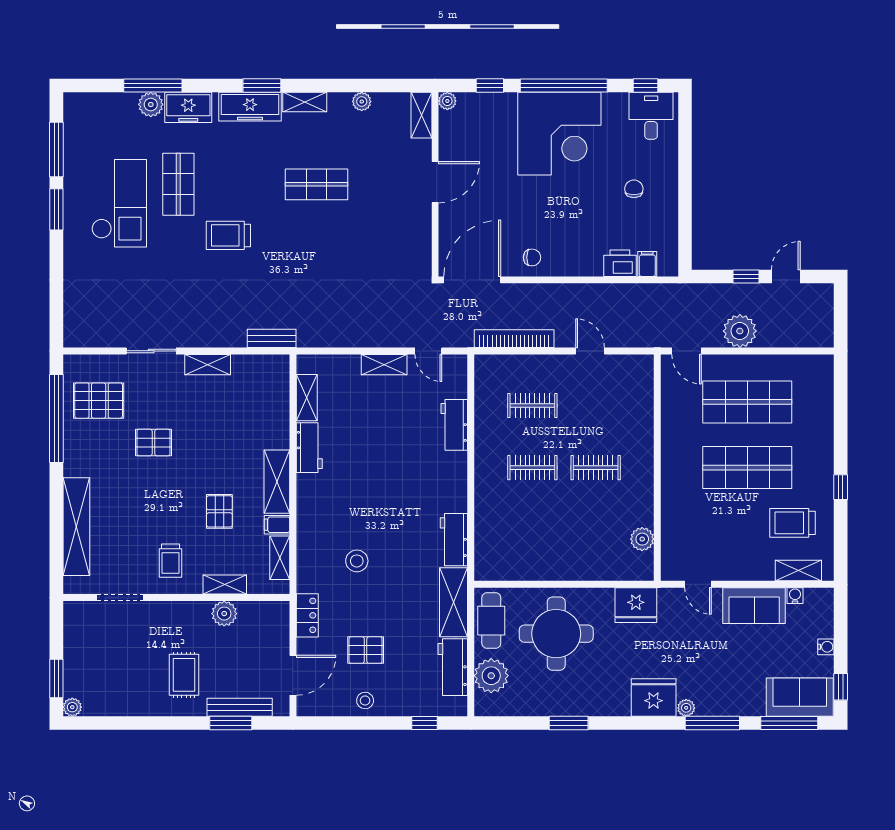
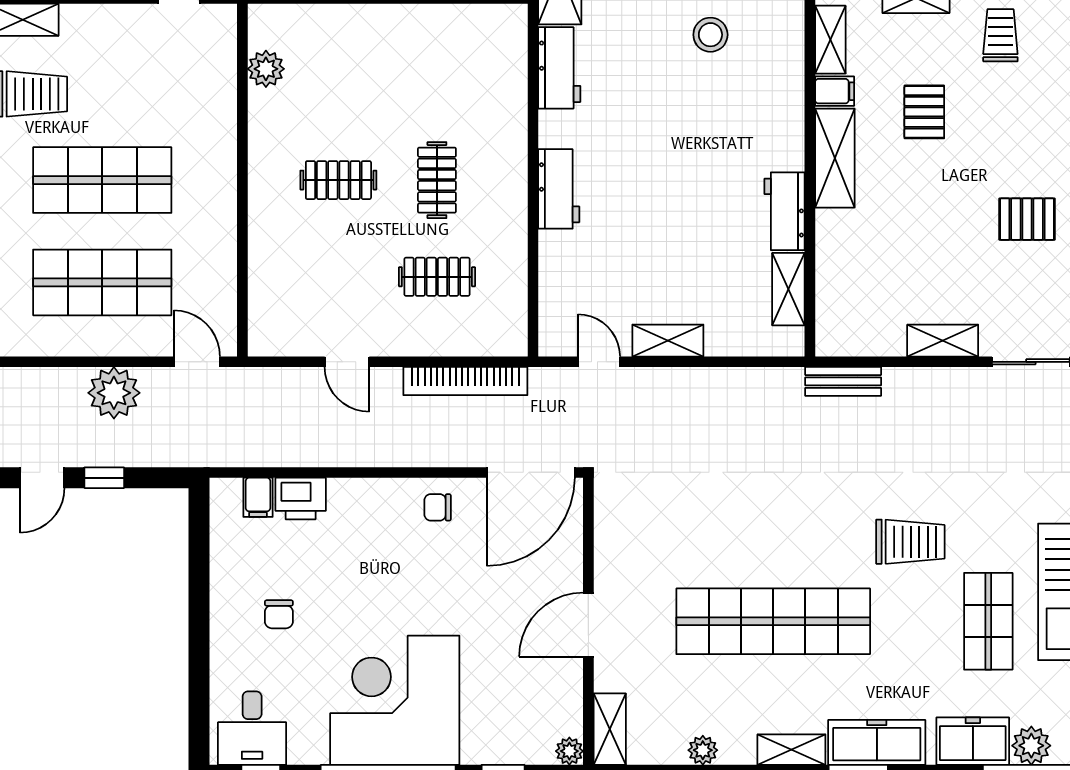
shop shelf: (316, 184) -> (773, 621), width x2.00, depth x1.36
workbench: (454, 425) -> (559, 189), moved
clothes rail: (532, 468) -> (437, 180), turned 90

